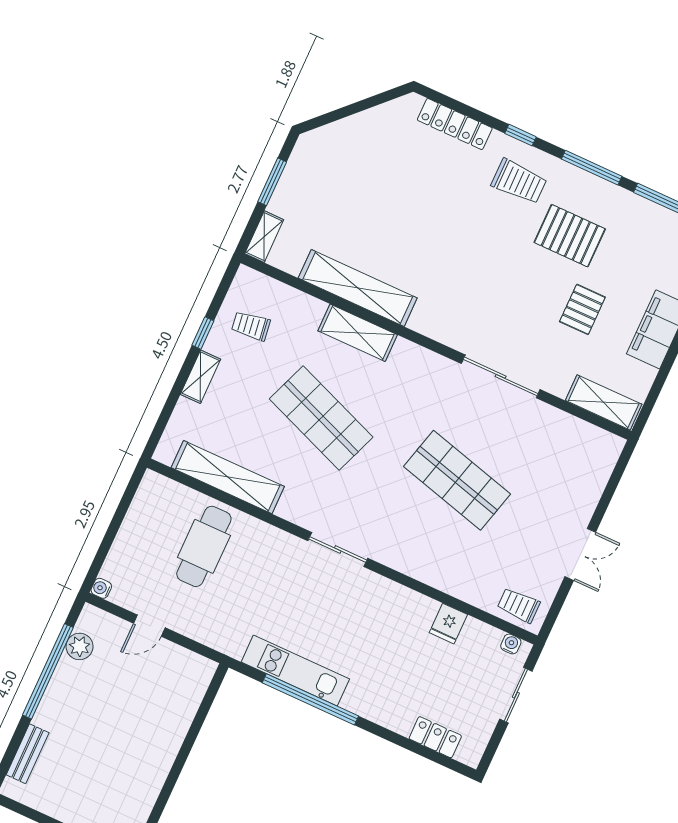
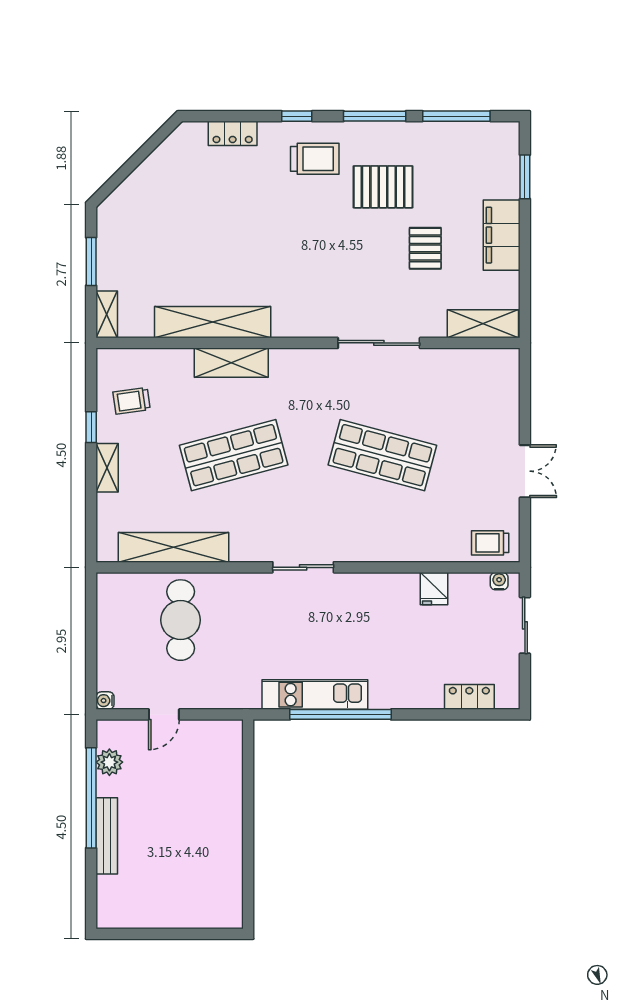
locker: (455, 124) -> (233, 133), width x0.66
shop shelf: (321, 418) -> (234, 455), turned -36
bench: (28, 754) -> (107, 836), moved, width x1.36

